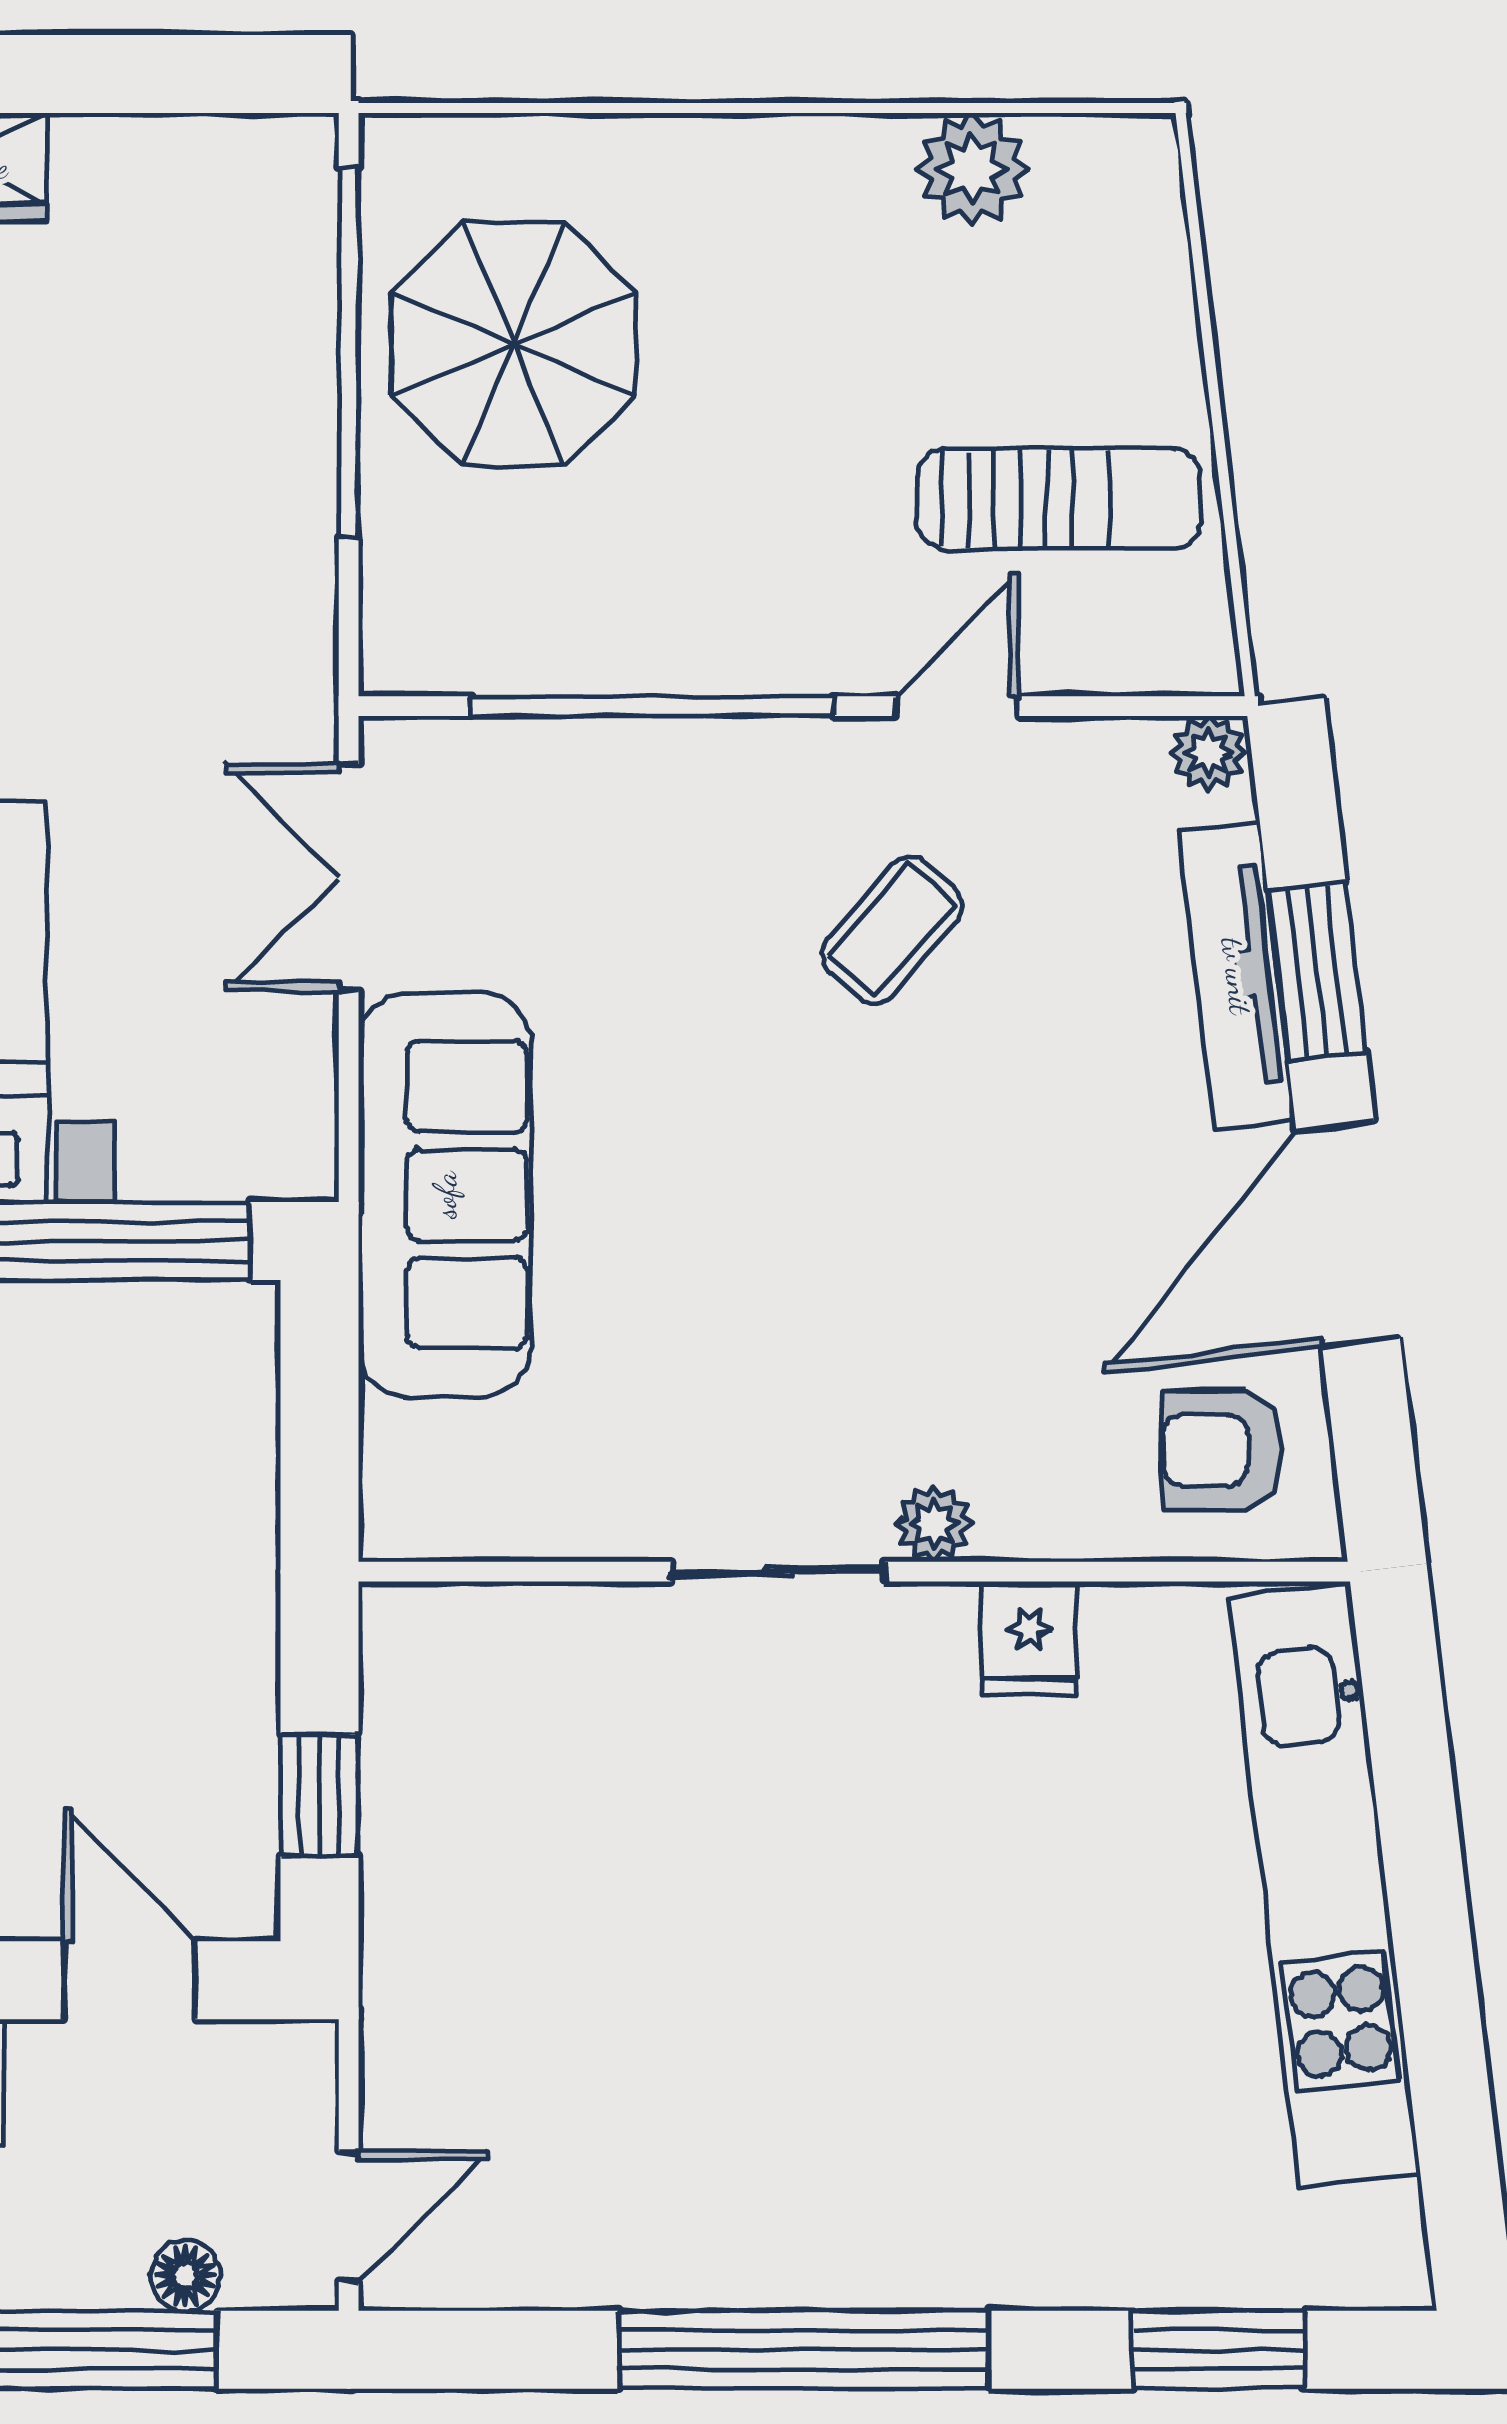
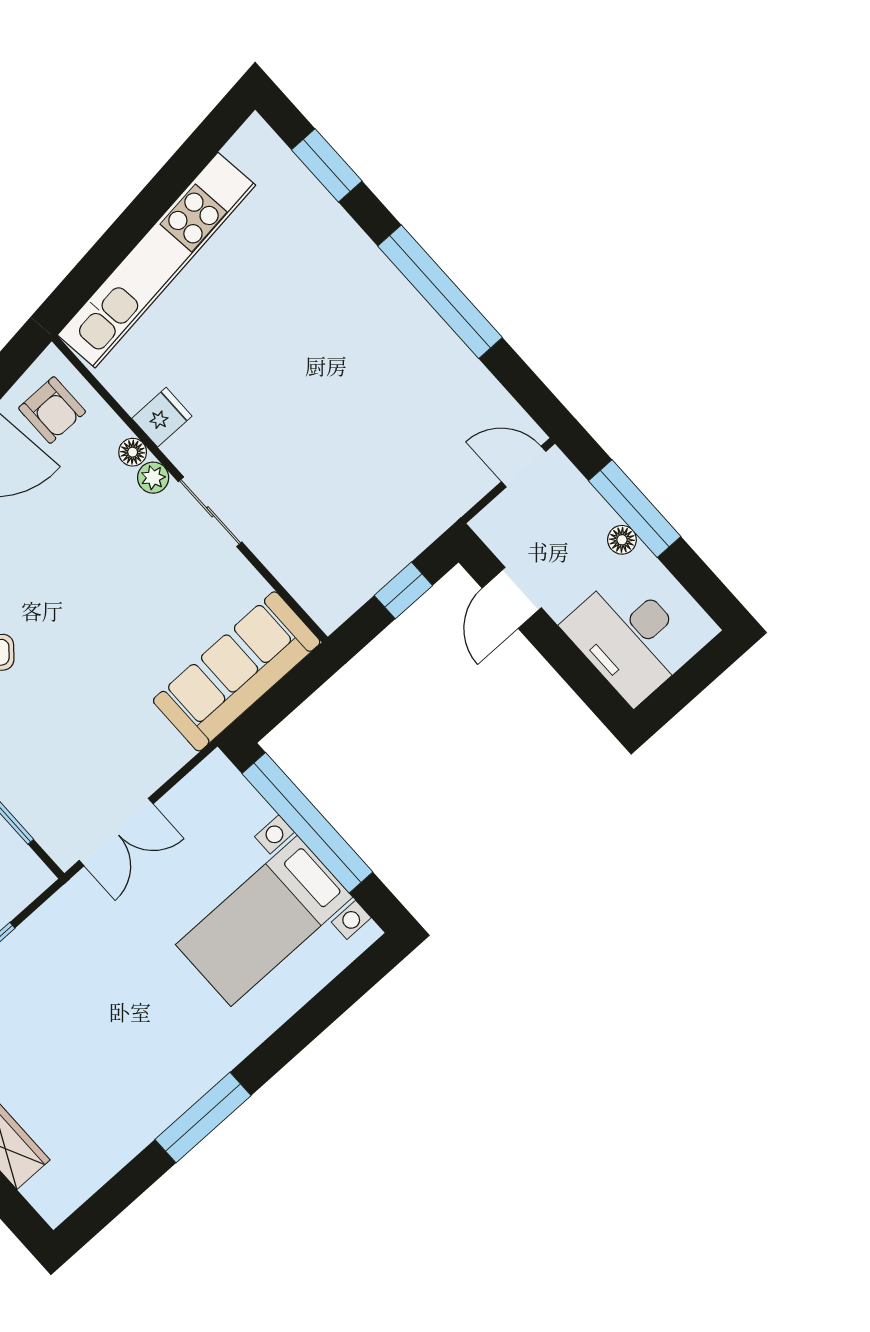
sofa: (445, 1195) -> (237, 671), moved
floor lamp: (1013, 1528) -> (133, 452), added
floor lamp: (185, 2276) -> (622, 540), moved

